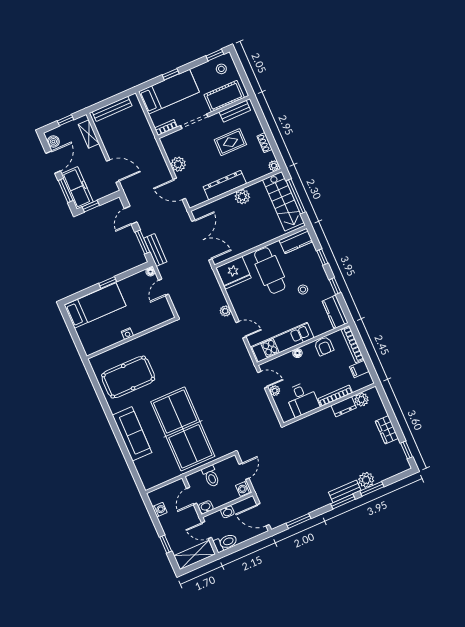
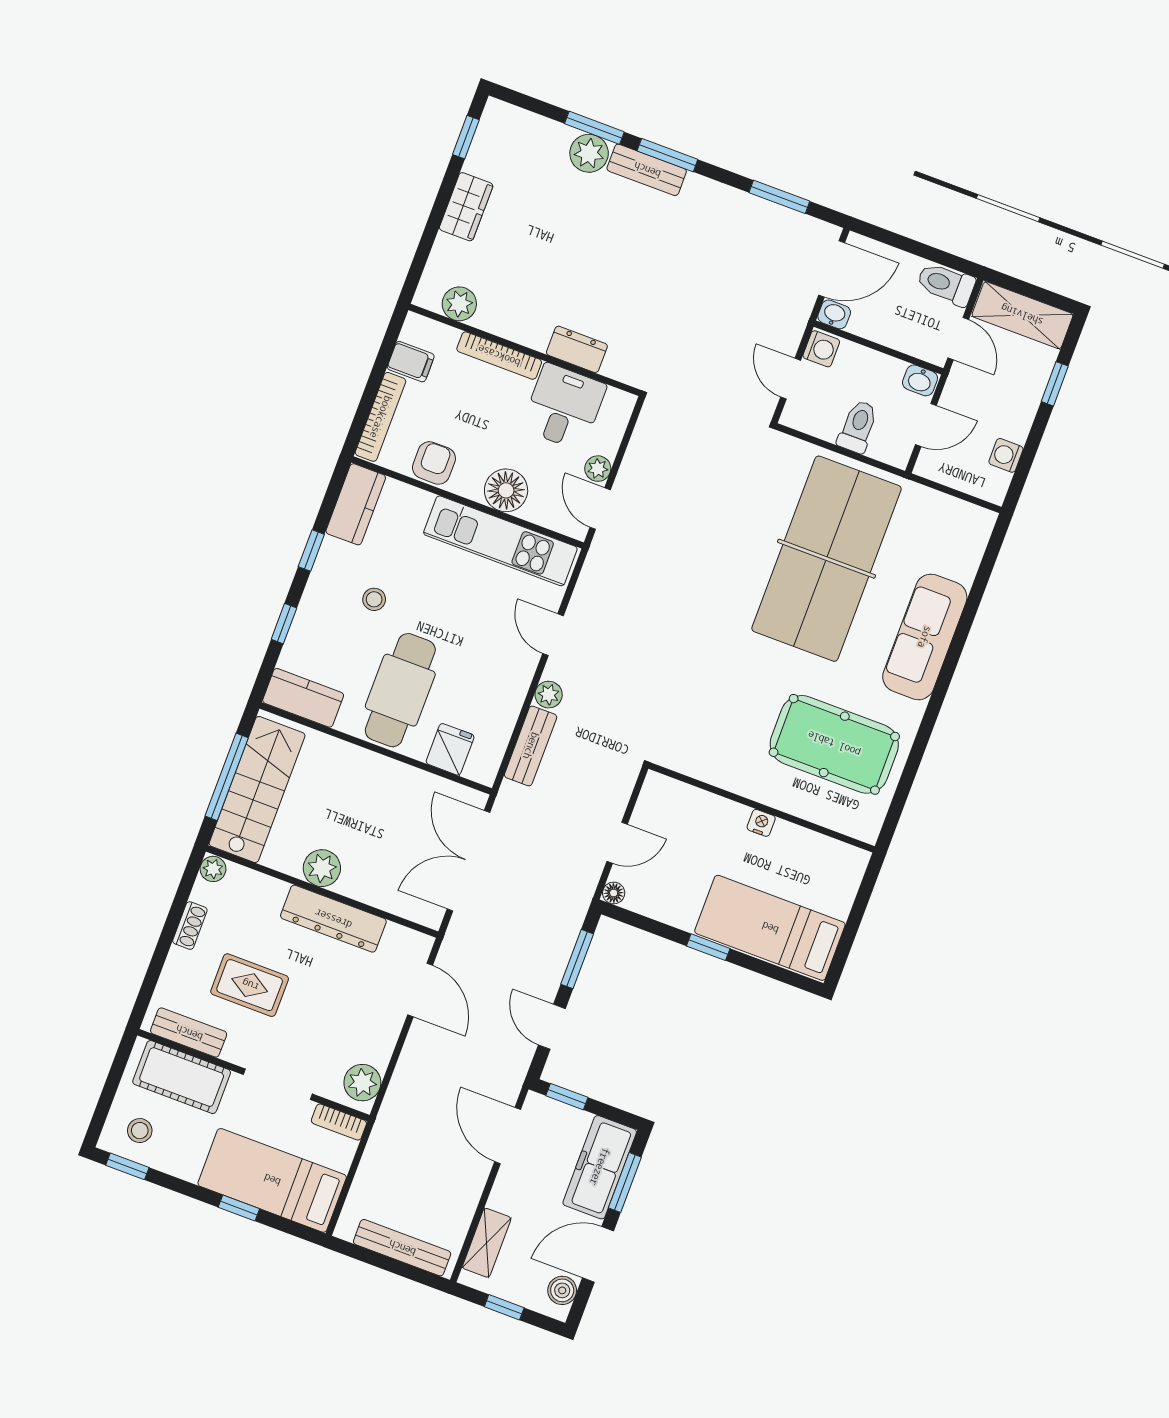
plant: (178, 164) -> (362, 1083), moved
window: (91, 206) -> (567, 1097), moved
door: (131, 215) -> (552, 1027), swing flipped
bench: (155, 250) -> (531, 746), moved
fridge: (234, 273) -> (450, 749), width x0.53, depth x0.75
floor lamp: (297, 353) -> (506, 490), width x1.89, depth x1.89
dresser: (344, 407) -> (577, 349), moved
door: (244, 471) -> (791, 379), hinge flipped
washbasin: (227, 512) -> (834, 314), moved
door: (263, 515) -> (832, 269), hinge flipped

